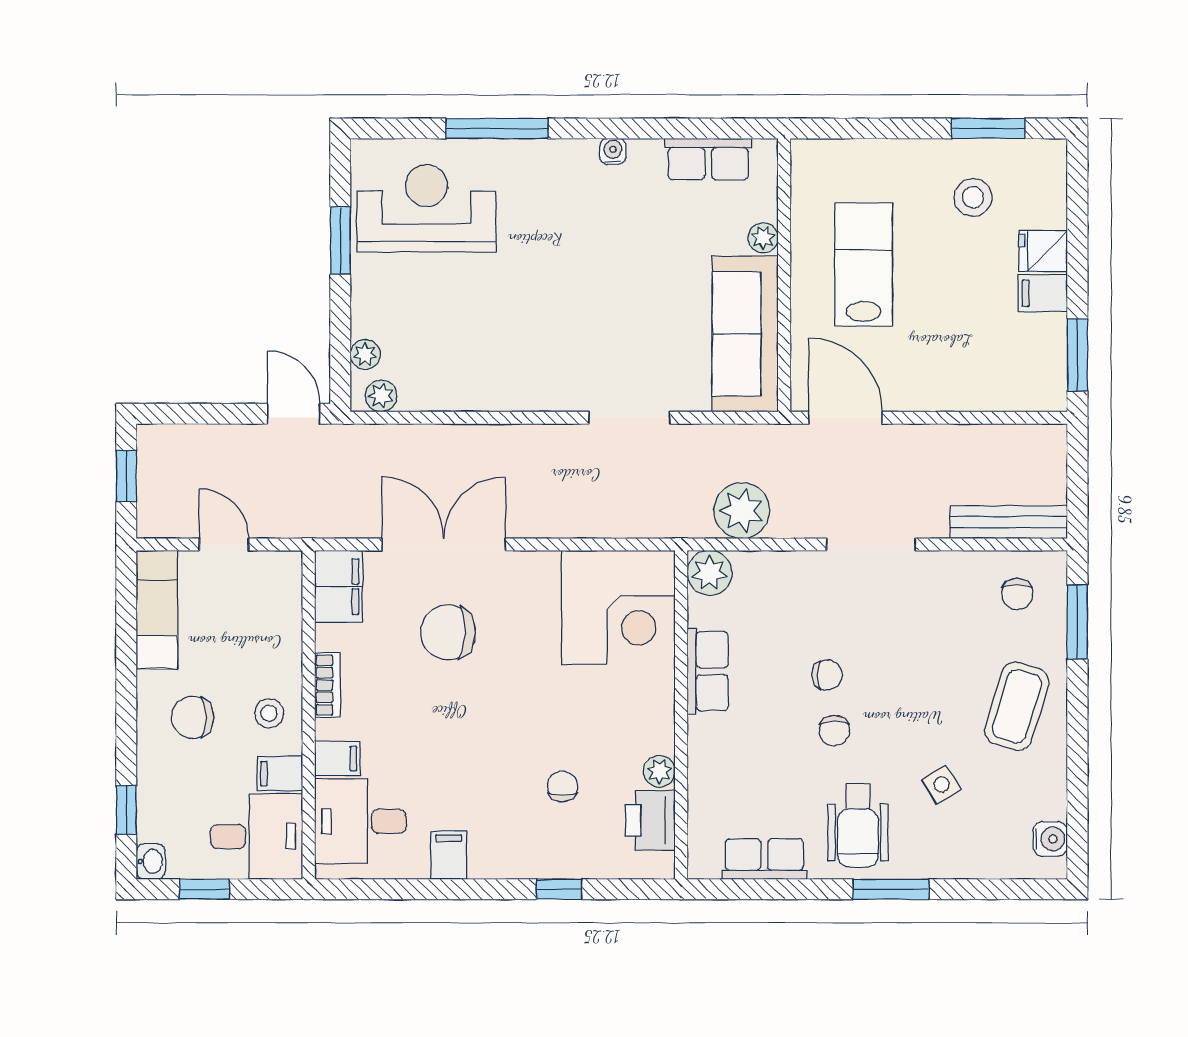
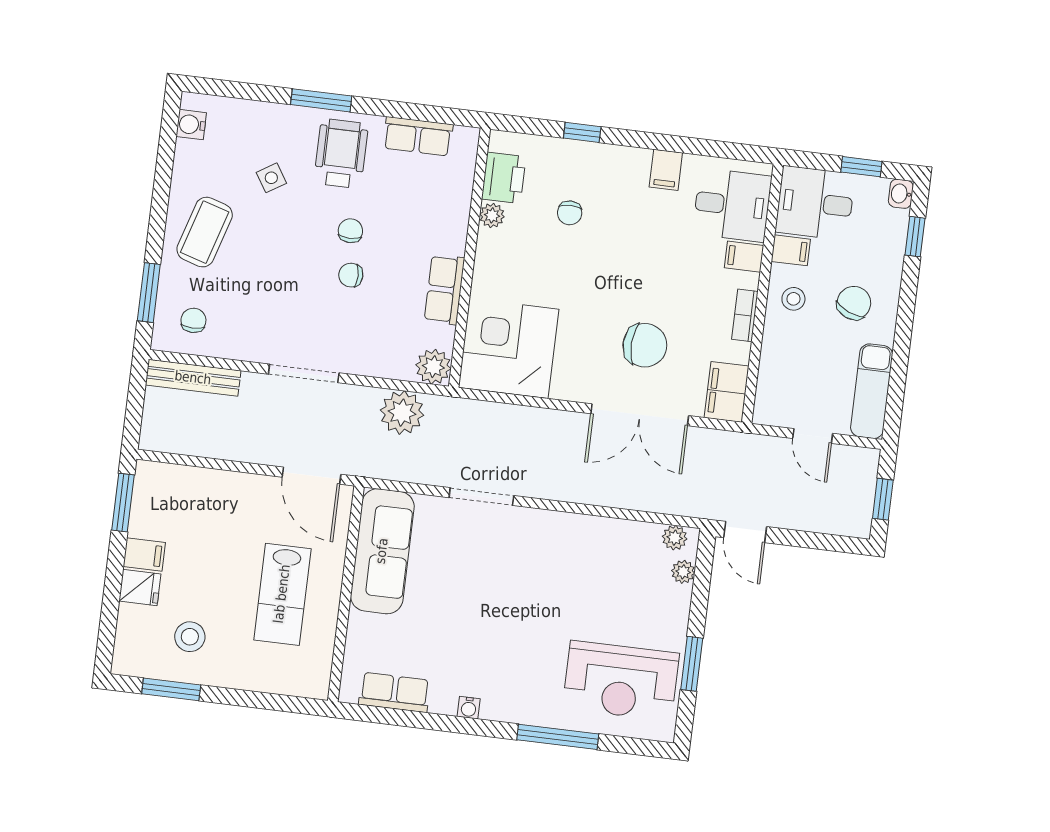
plant: (763, 238) -> (359, 625), removed
chair: (193, 717) -> (854, 303), turned -67

